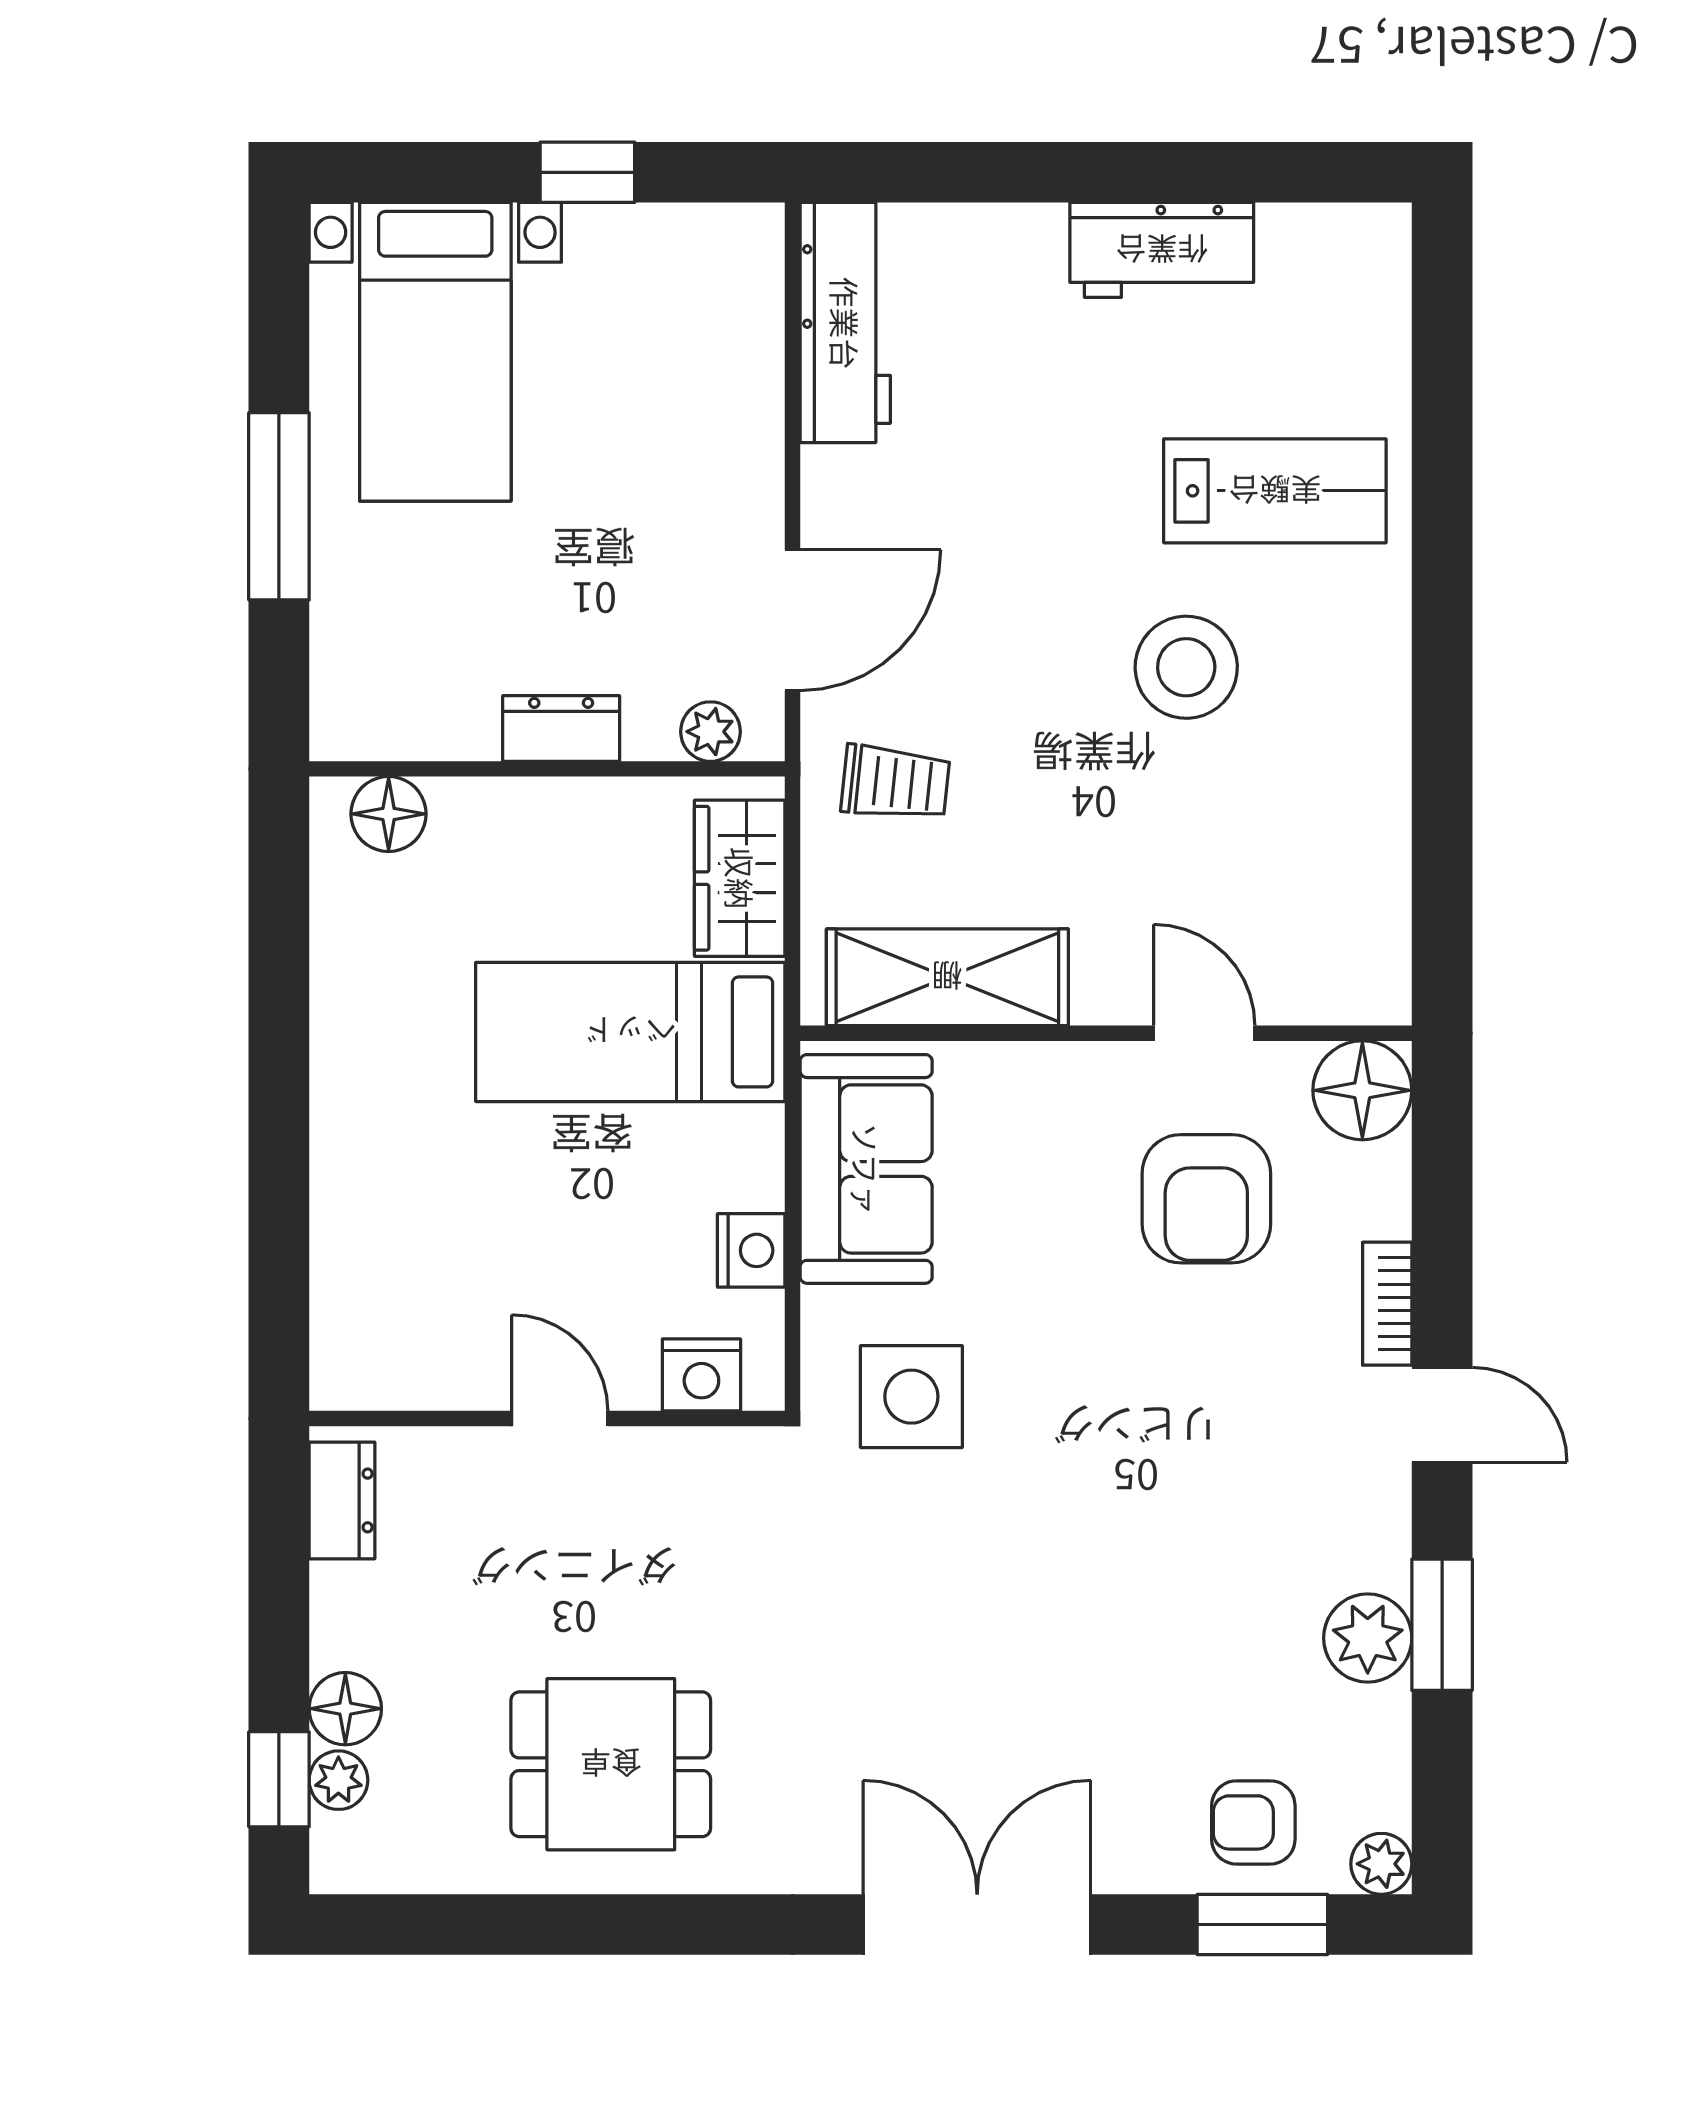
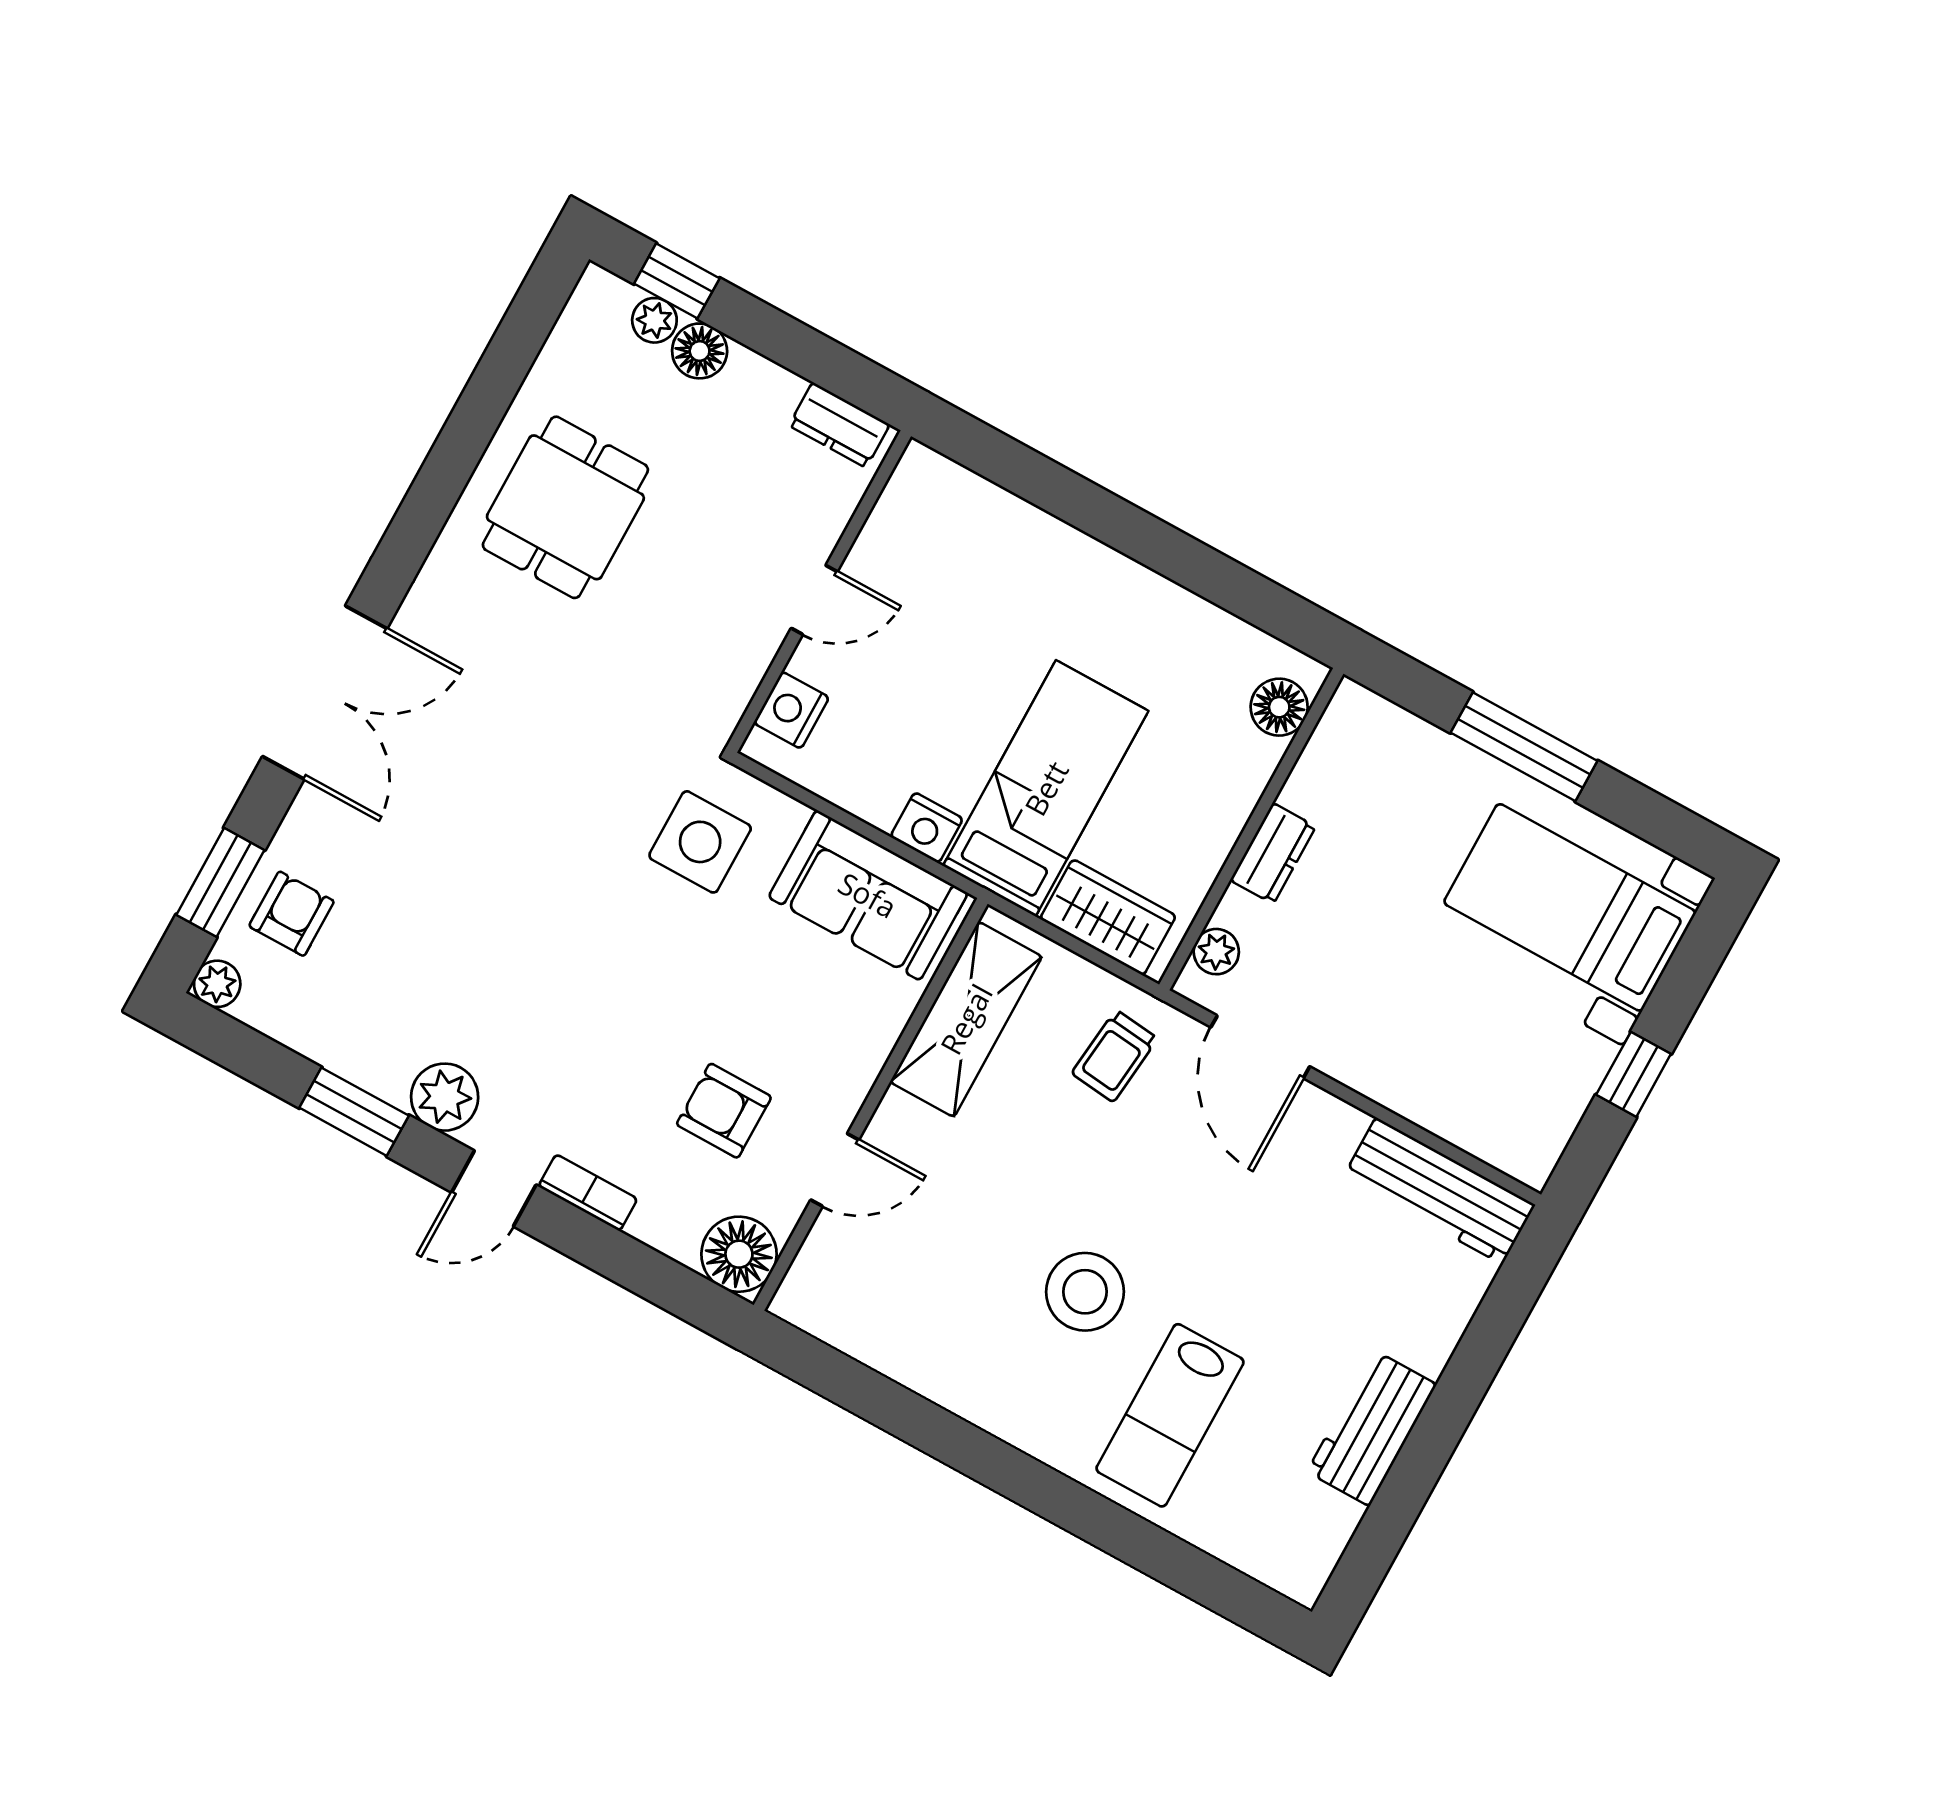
armchair: (1206, 1199) -> (724, 1111), width x0.72, depth x0.72
nightstand: (751, 1250) -> (927, 828), moved
plant: (1368, 1638) -> (445, 1097), moved

